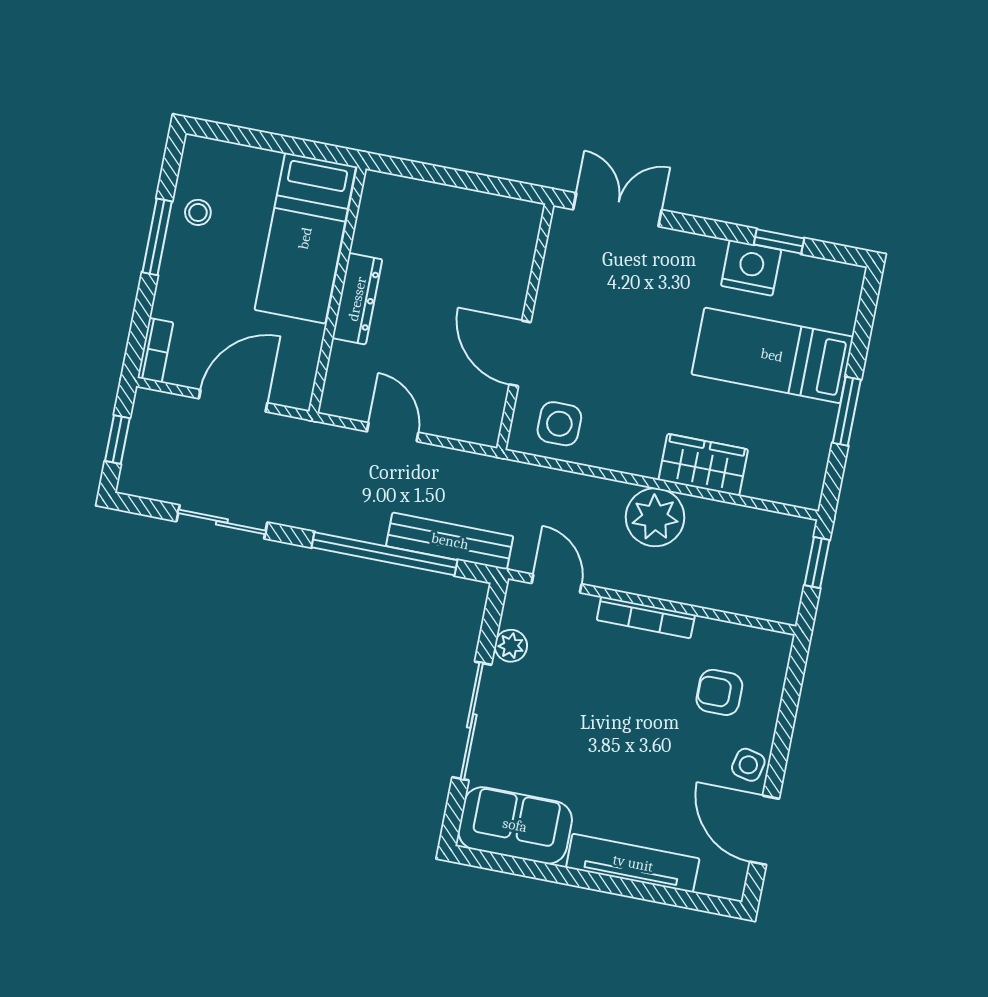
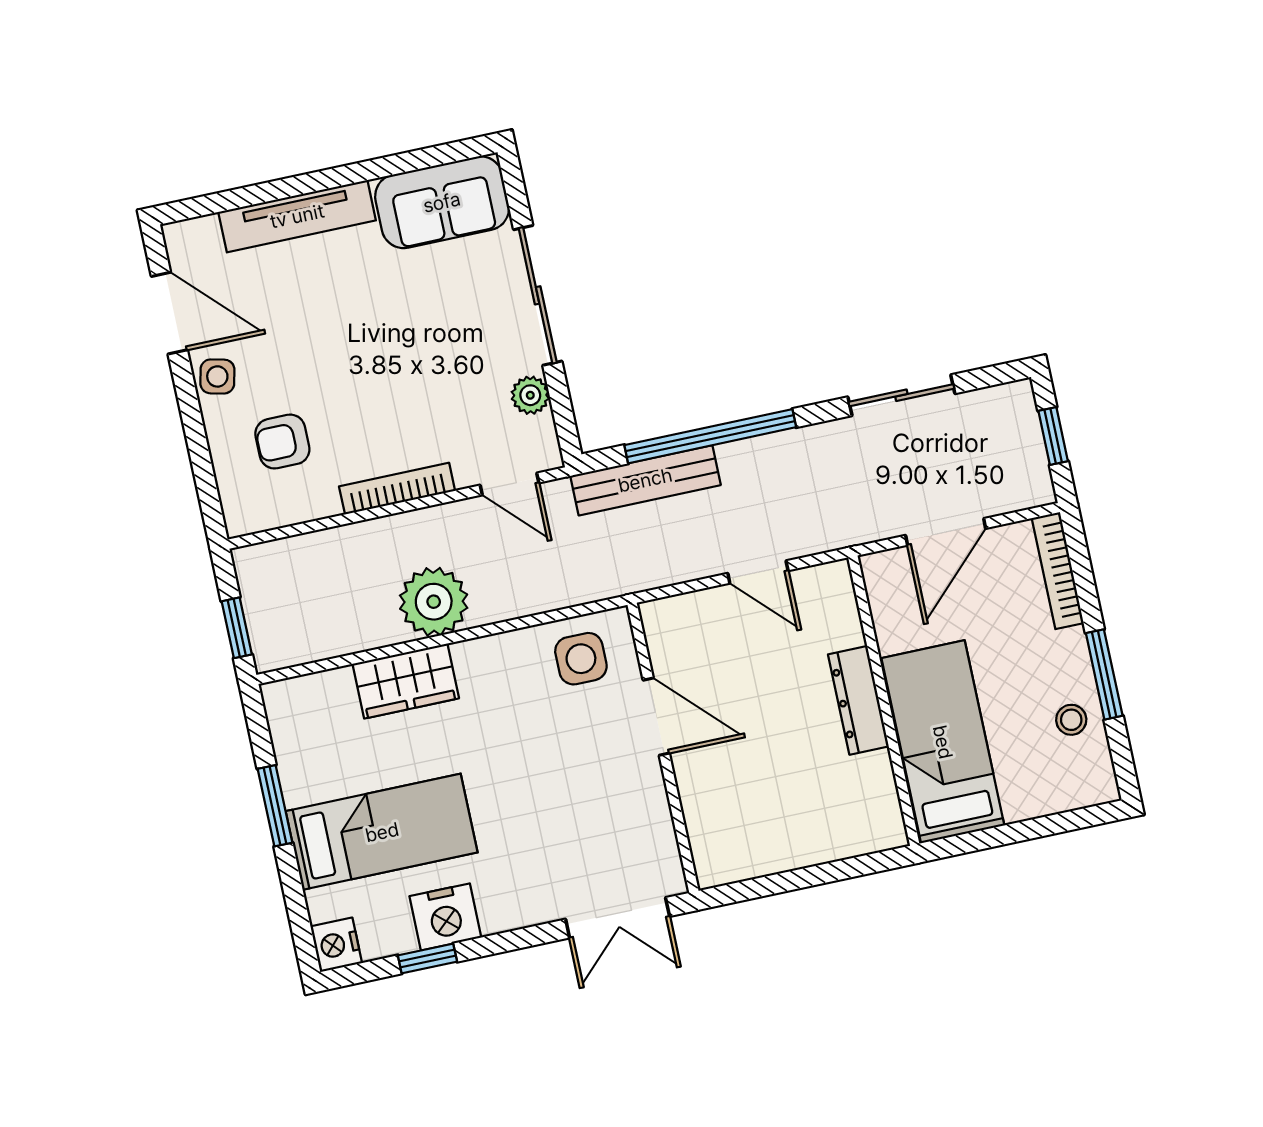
nightstand: (845, 283) -> (336, 945), added
bookcase: (155, 350) -> (1058, 571), width x1.56
armchair: (719, 692) -> (282, 442), turned 180

